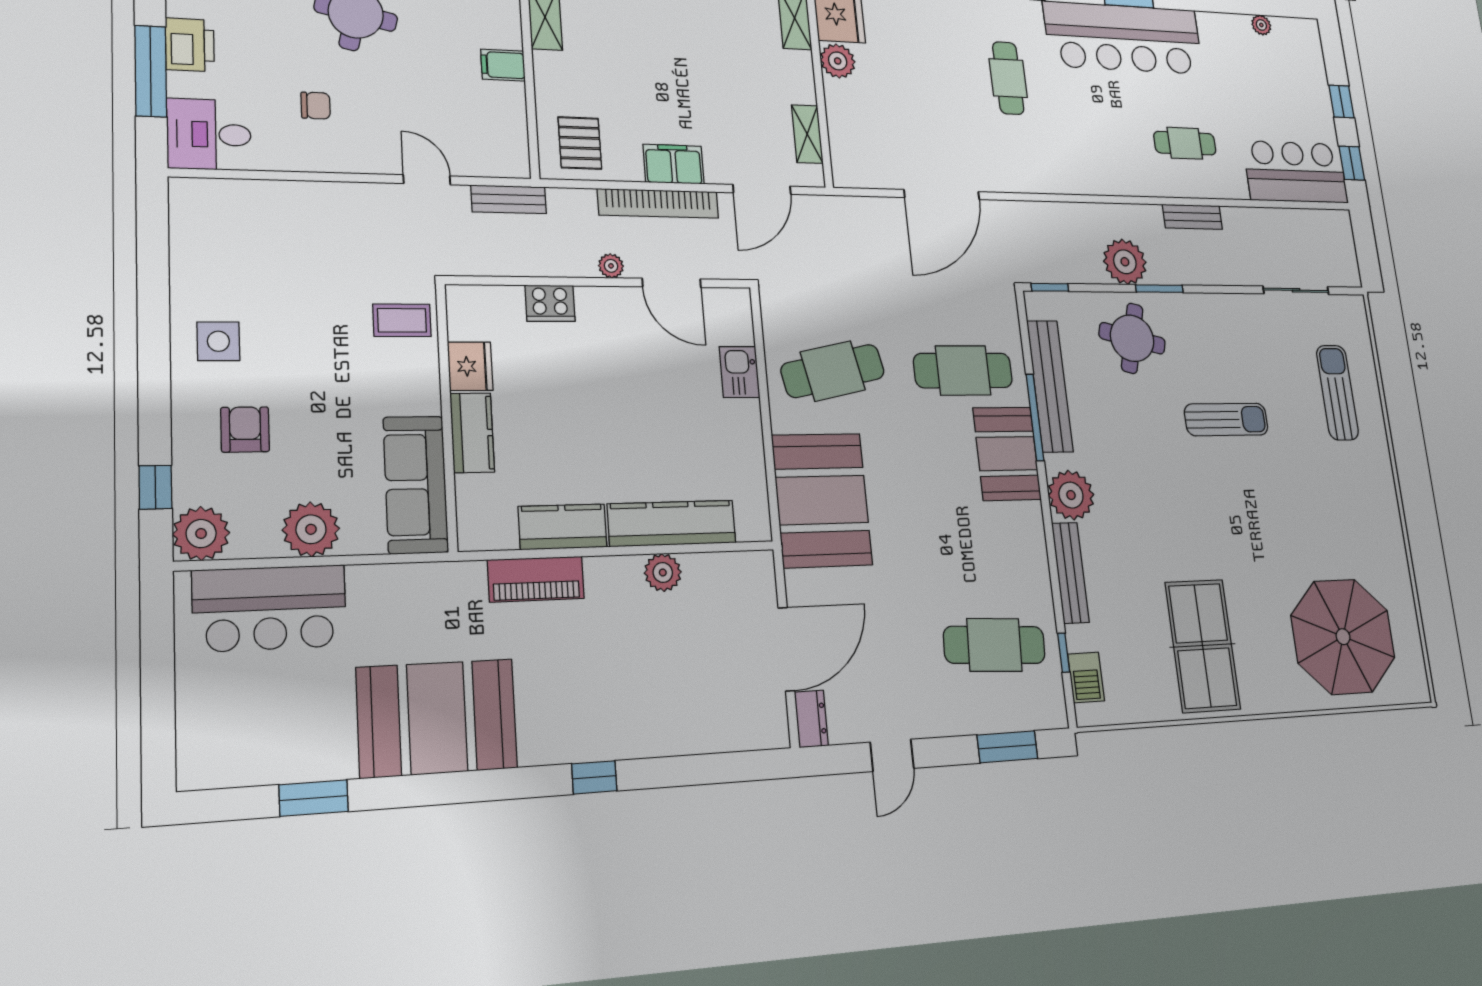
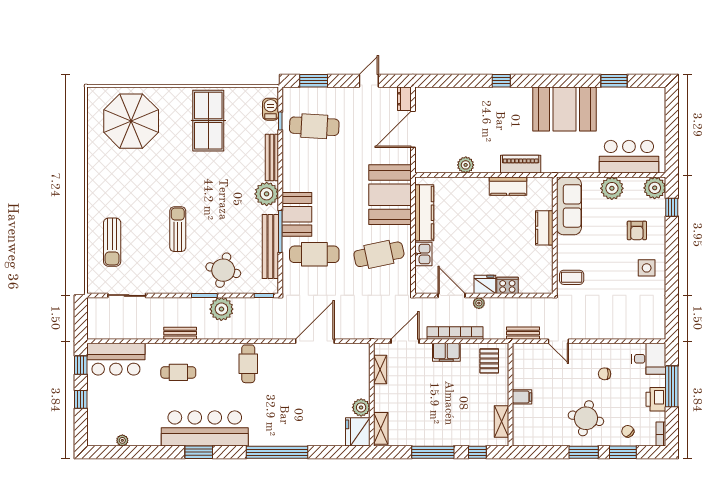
cafe table: (1008, 78) -> (248, 364), moved
fridge: (470, 366) -> (485, 284), moved, turned 90
sun lounger: (1226, 419) -> (178, 229), turned 90
kitchen counter: (672, 523) -> (424, 213), moved, turned -90

